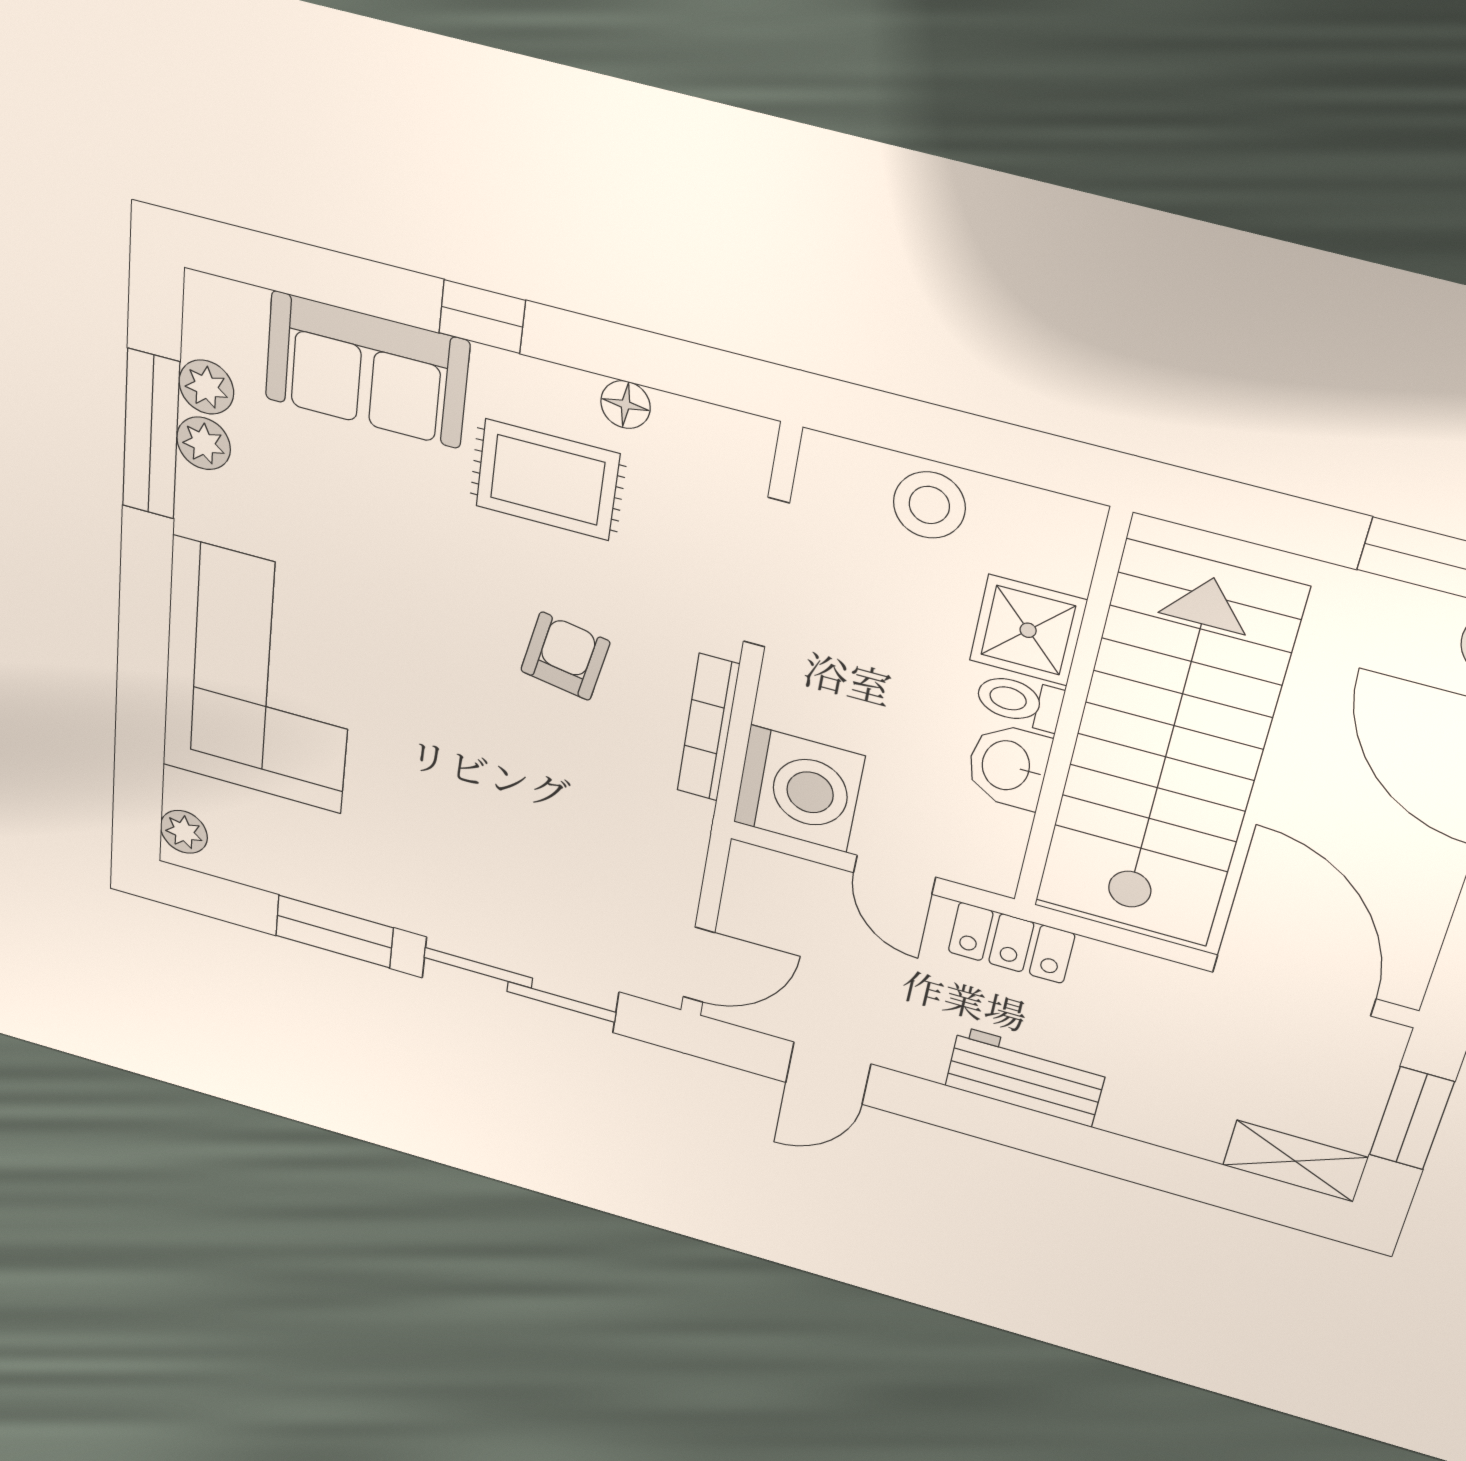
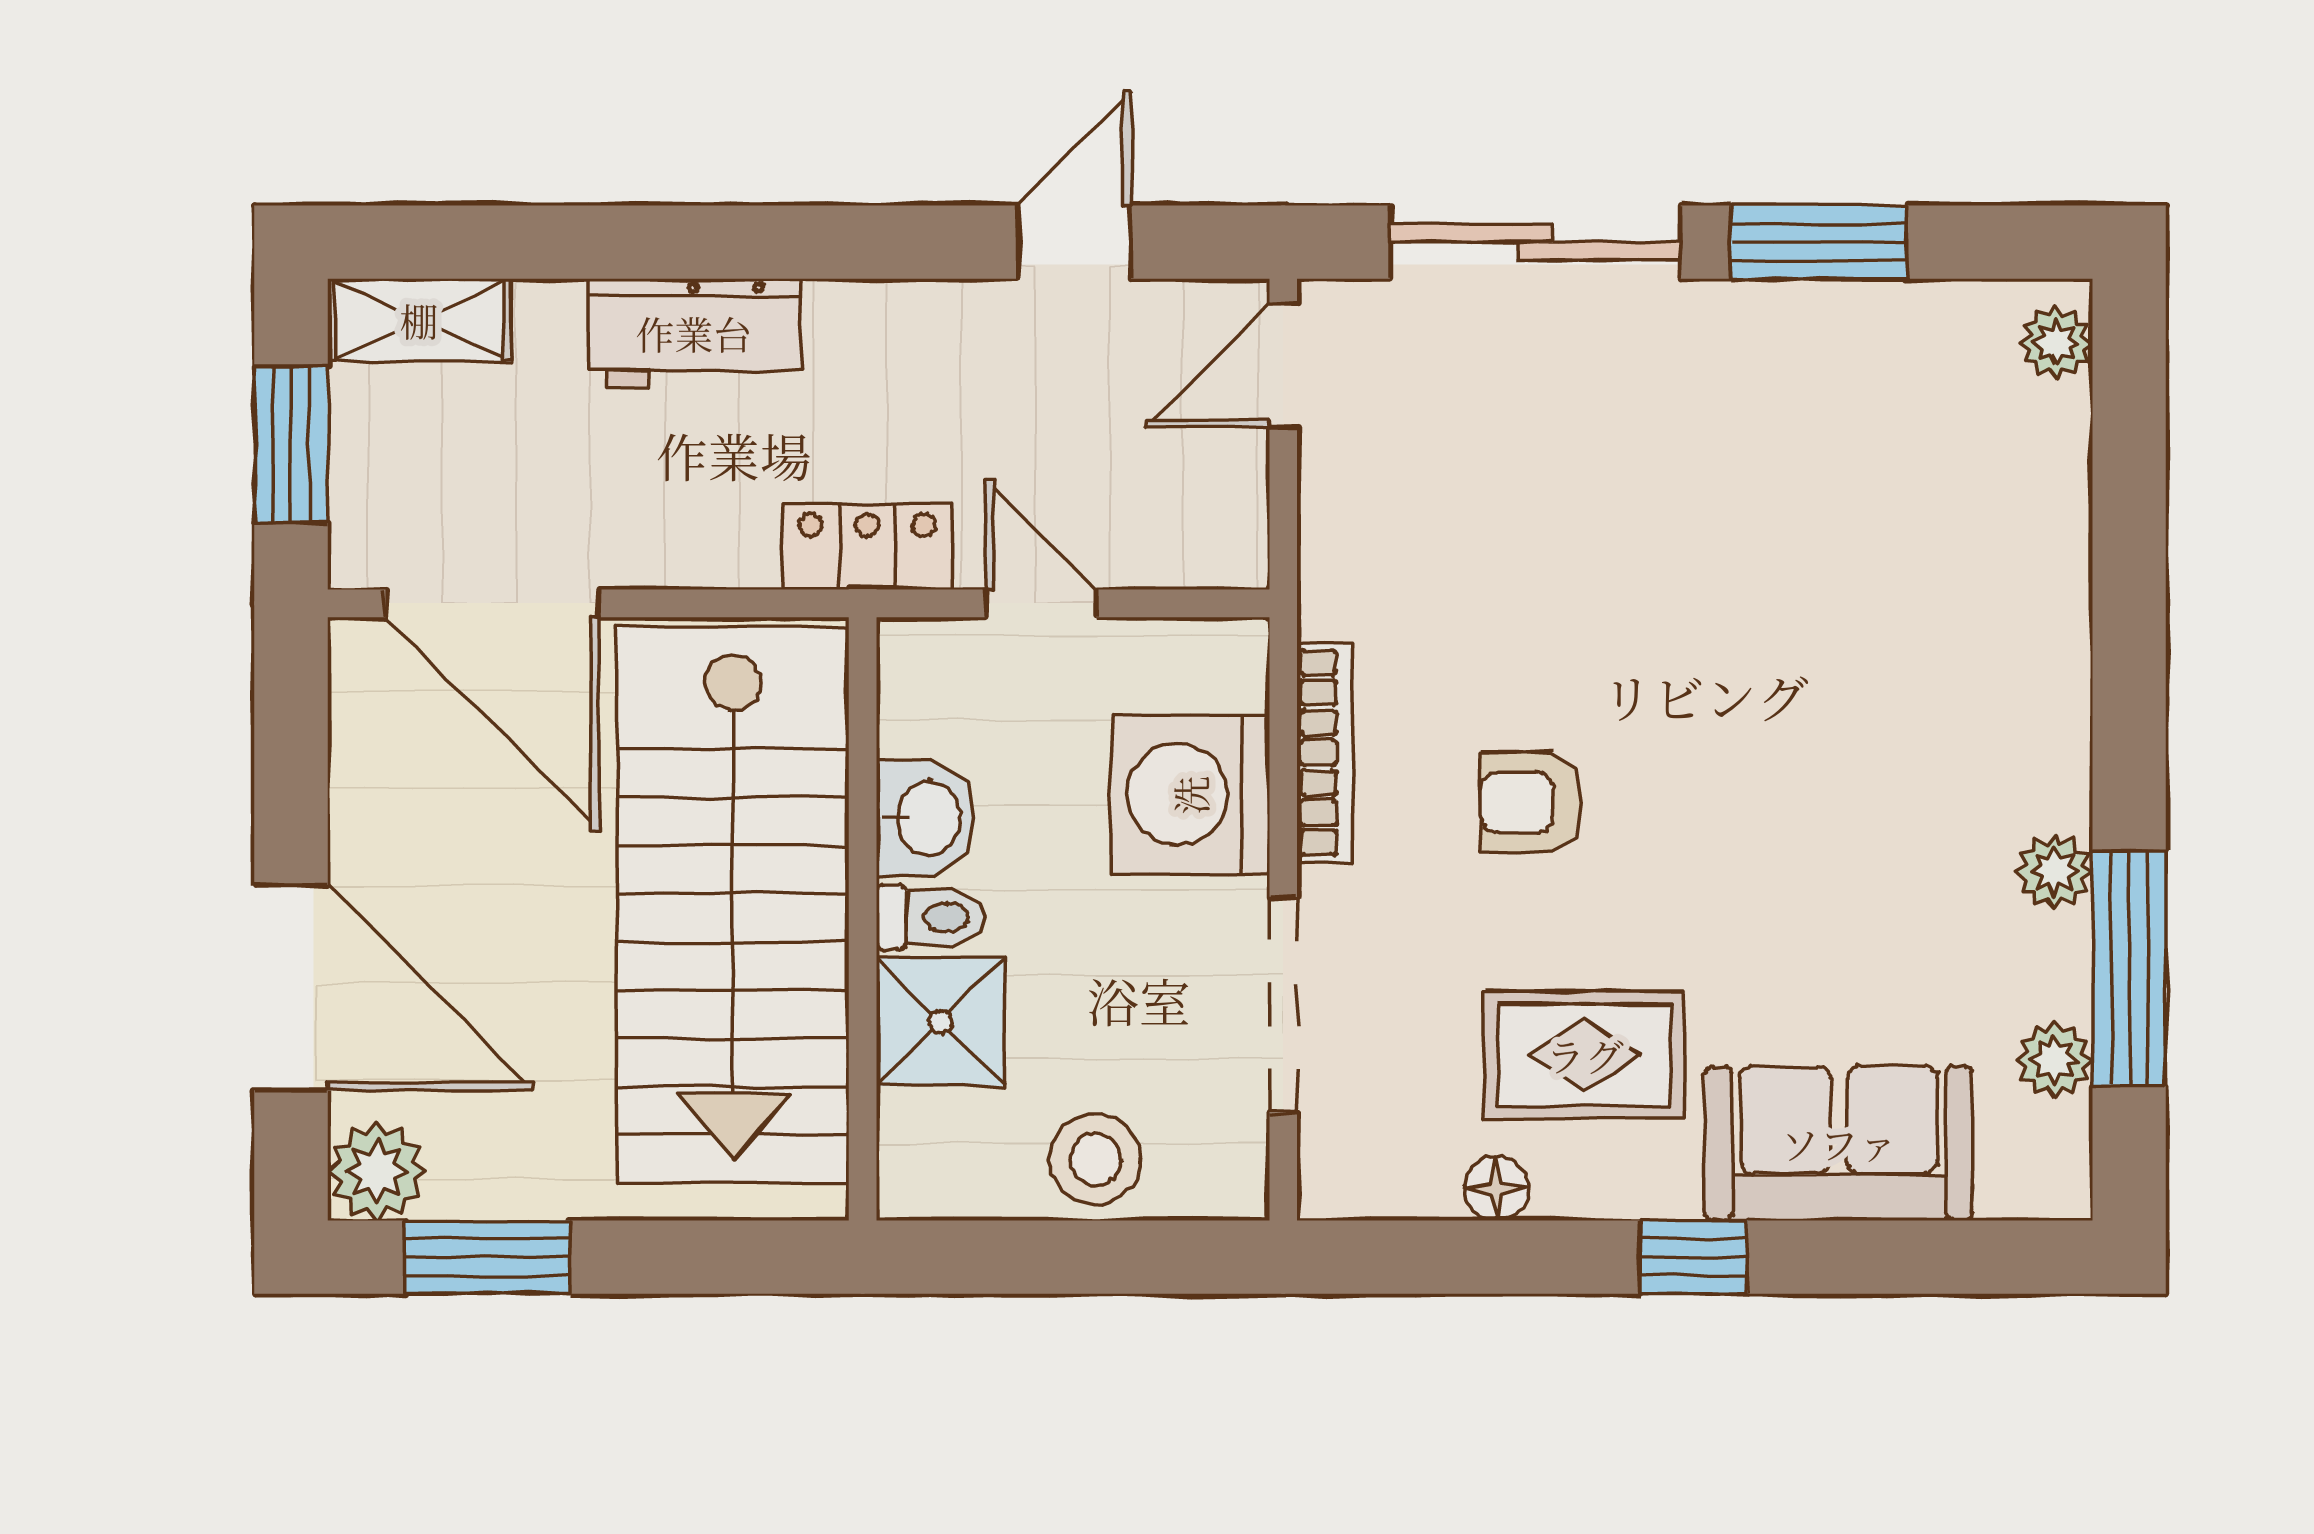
plant: (204, 443) -> (2055, 872), moved
armchair: (565, 656) -> (1531, 803), turned 80
corner sofa: (258, 677) -> (1958, 639), removed
washing machine: (799, 789) -> (1190, 795), moved
workbench: (1026, 1077) -> (694, 333), moved

